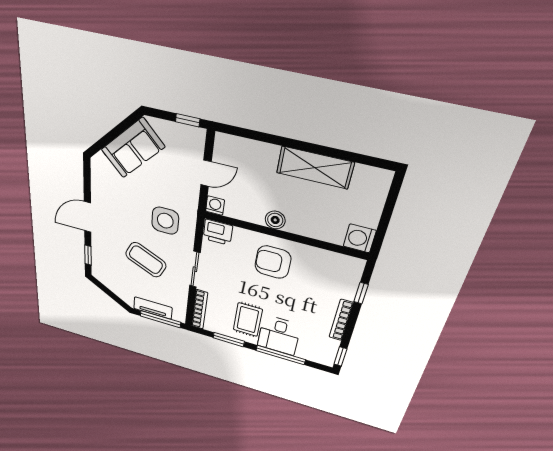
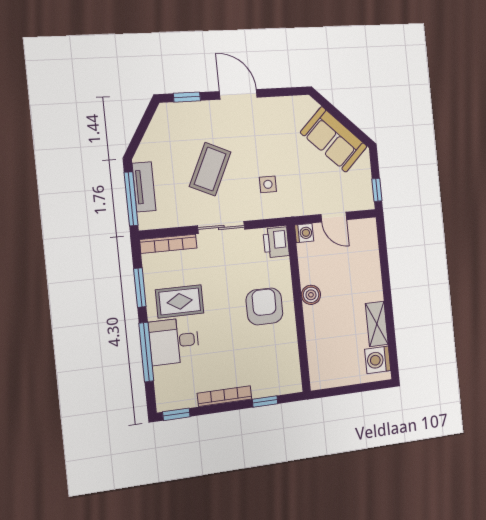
shelving: (315, 168) -> (377, 324), width x0.67, depth x0.75
side table: (165, 221) -> (268, 184), width x0.54, depth x0.54
washing machine: (360, 238) -> (378, 360), moved, turned -90

